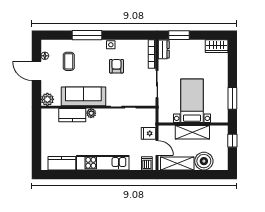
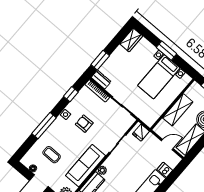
window: (131, 35) -> (71, 94), added
window: (232, 98) -> (166, 51), moved
bed with nightstands: (192, 101) -> (159, 77), moved, turned -90
fridge: (149, 133) -> (141, 133), moved
dishwasher: (147, 163) -> (165, 170), moved

